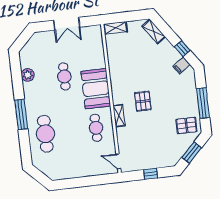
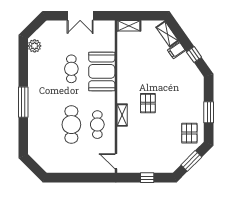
filing cabinet: (182, 65) -> (176, 50), moved
plant: (28, 75) -> (35, 46), moved
booth: (96, 89) -> (102, 71), moved
window: (203, 103) -> (209, 112), width x0.69
pallet: (187, 126) -> (189, 133), turned 90
cafe table: (45, 134) -> (71, 125), moved

